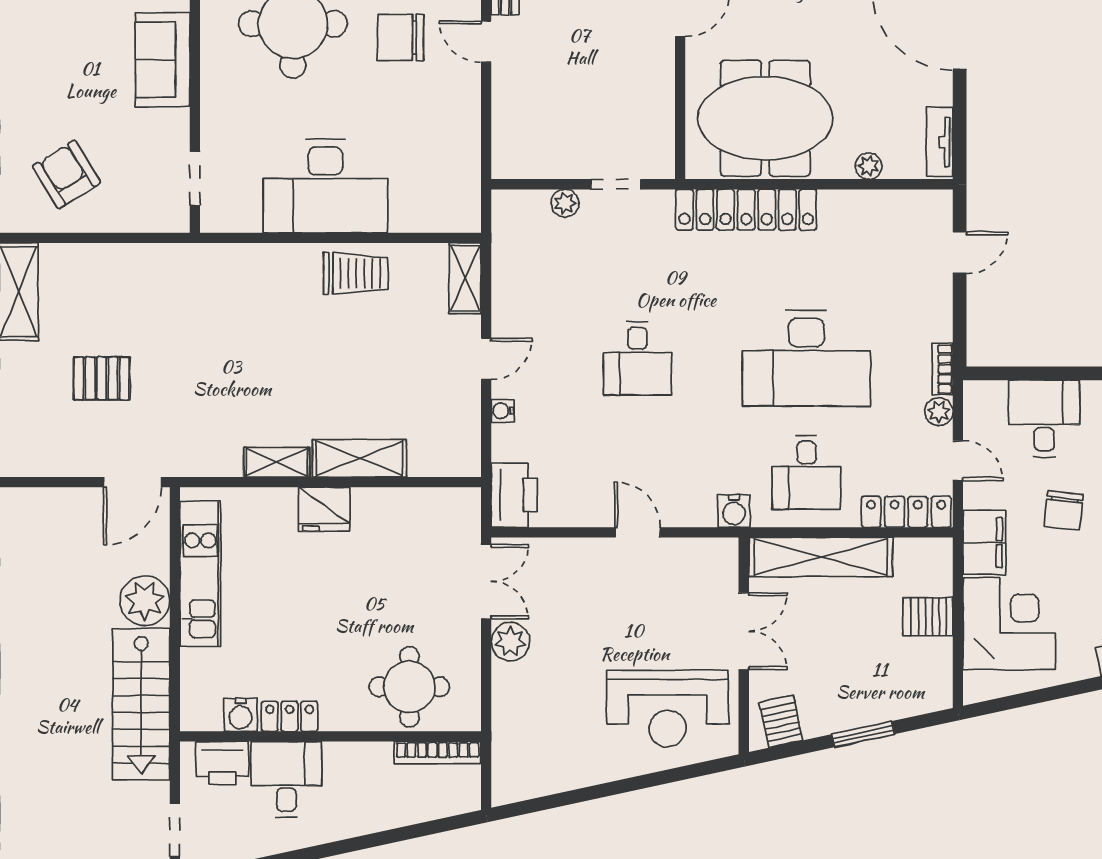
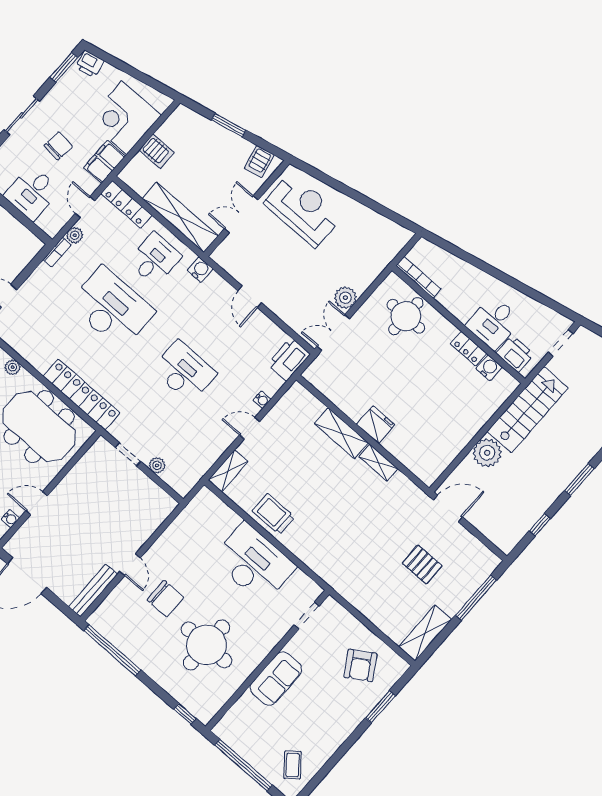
desk: (638, 358) -> (184, 372), width x1.37
kitchen unit: (200, 574) -> (453, 443), removed

